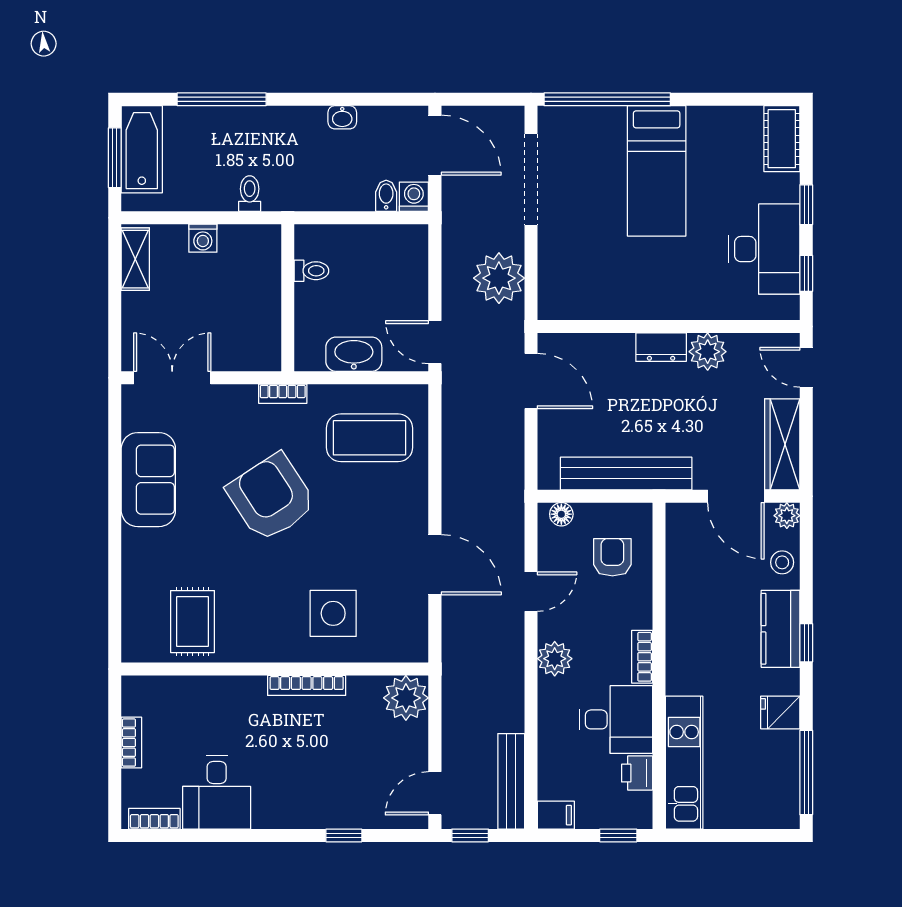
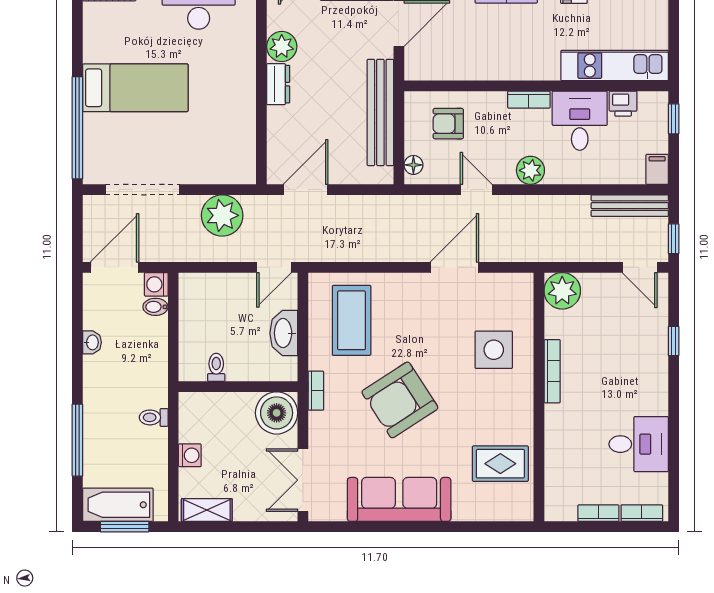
boiler: (255, 345) -> (277, 413), added
sofa: (148, 480) -> (399, 499), width x1.36
bookcase: (154, 819) -> (642, 513), moved, turned 90

